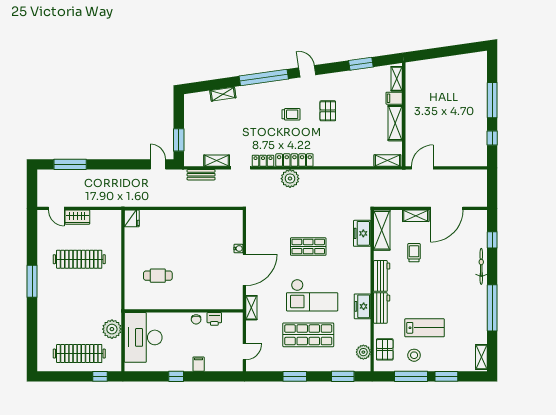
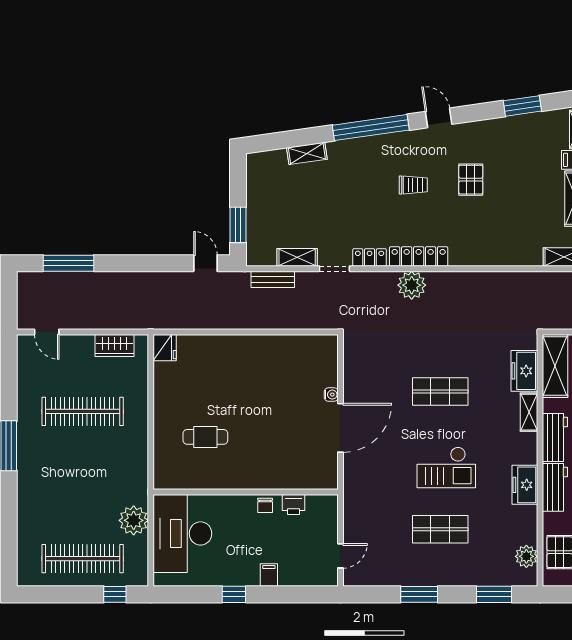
wardrobe: (77, 217) -> (114, 346), moved
checkout: (312, 295) -> (446, 467), width x0.73, depth x0.83
shelving: (251, 308) -> (529, 412), moved
shop shelf: (308, 335) -> (440, 529), width x0.70, depth x0.74

